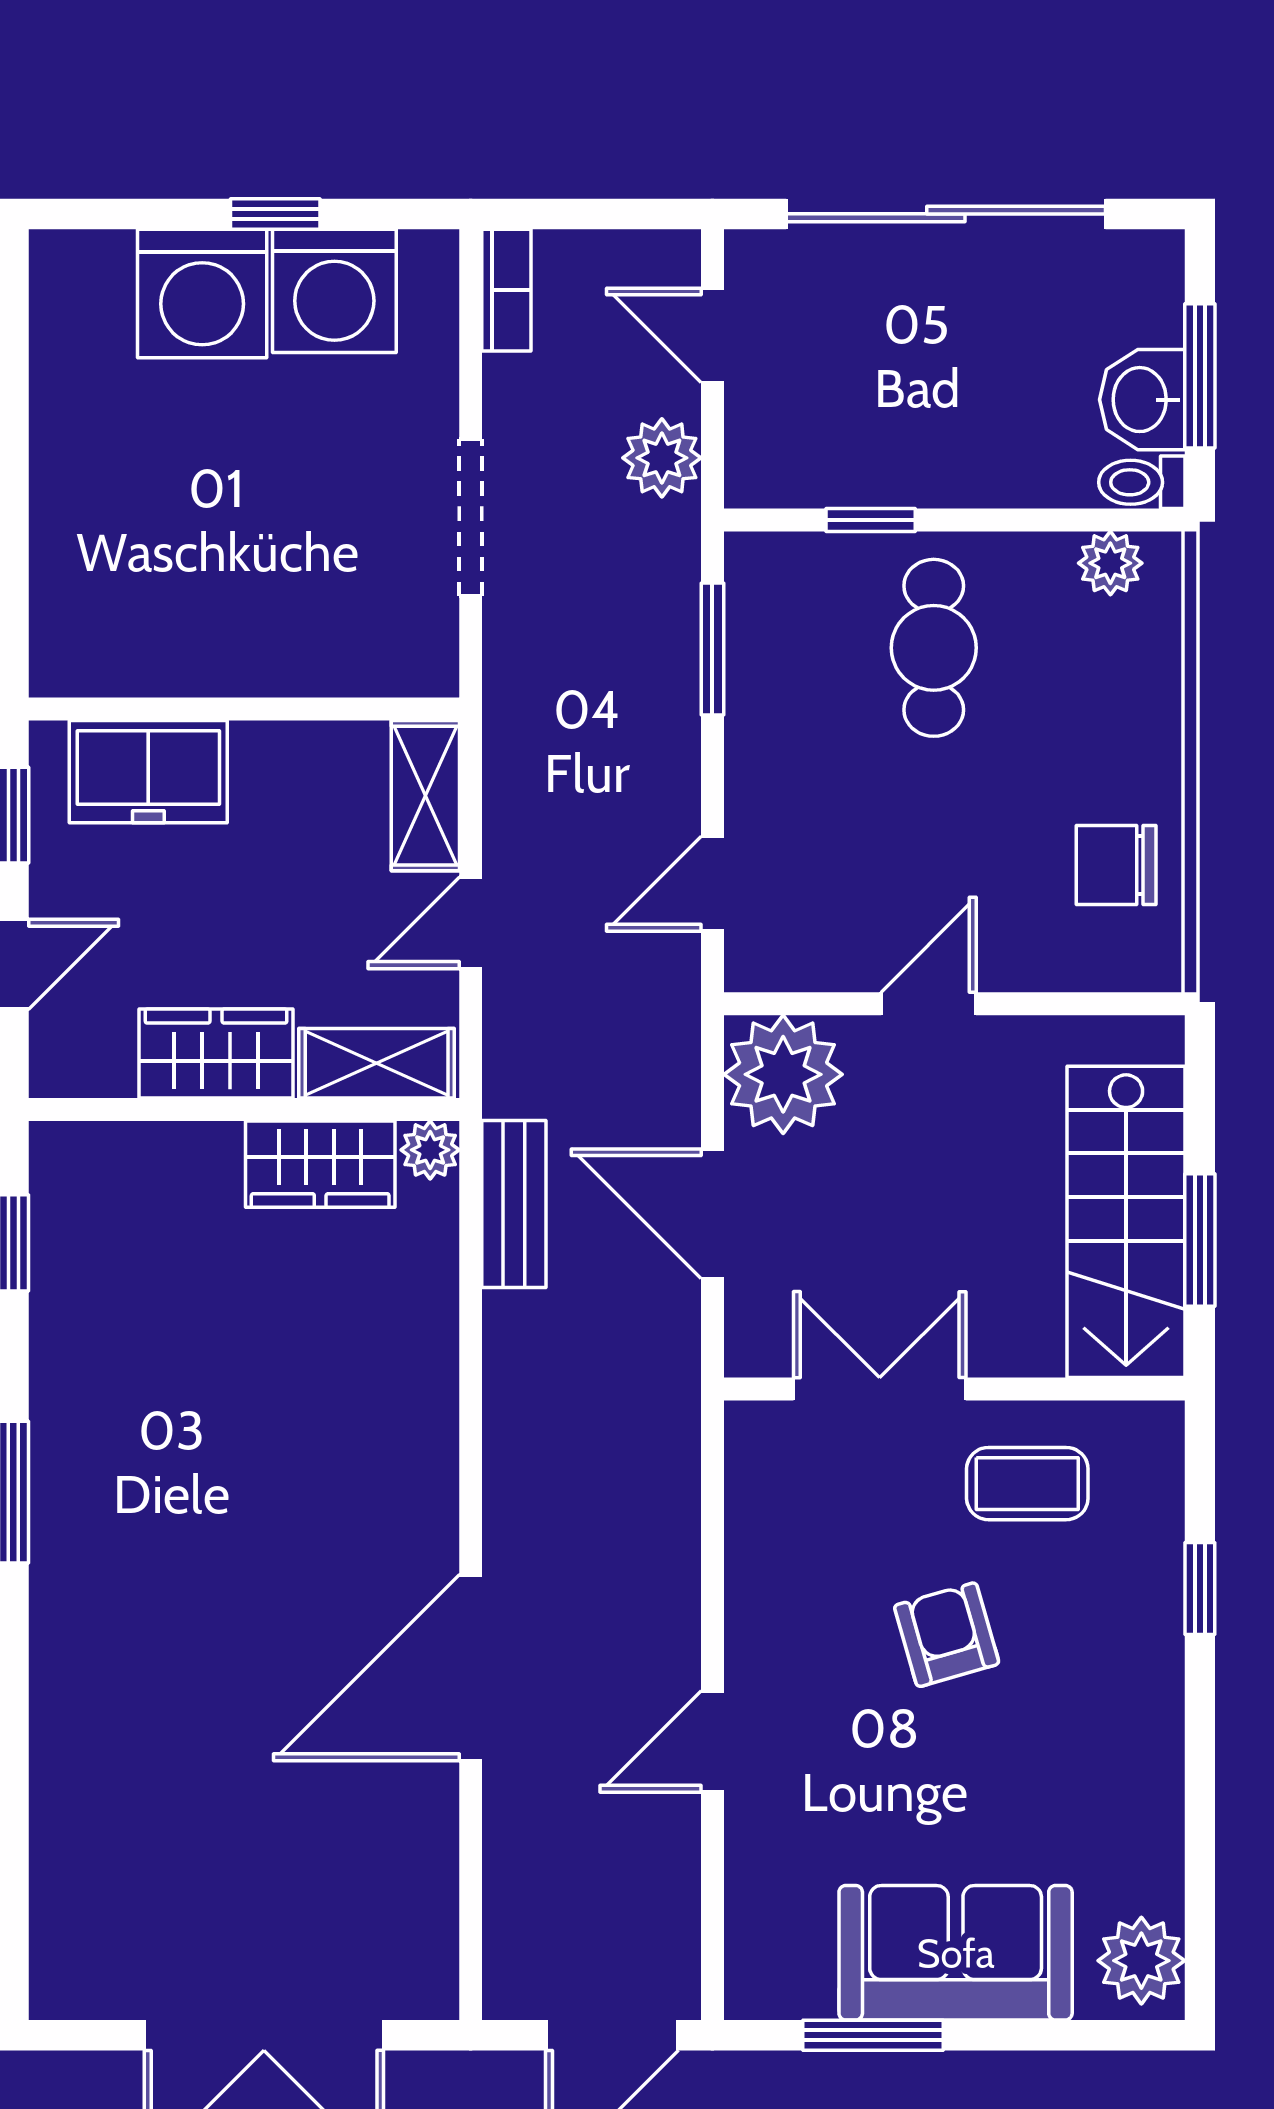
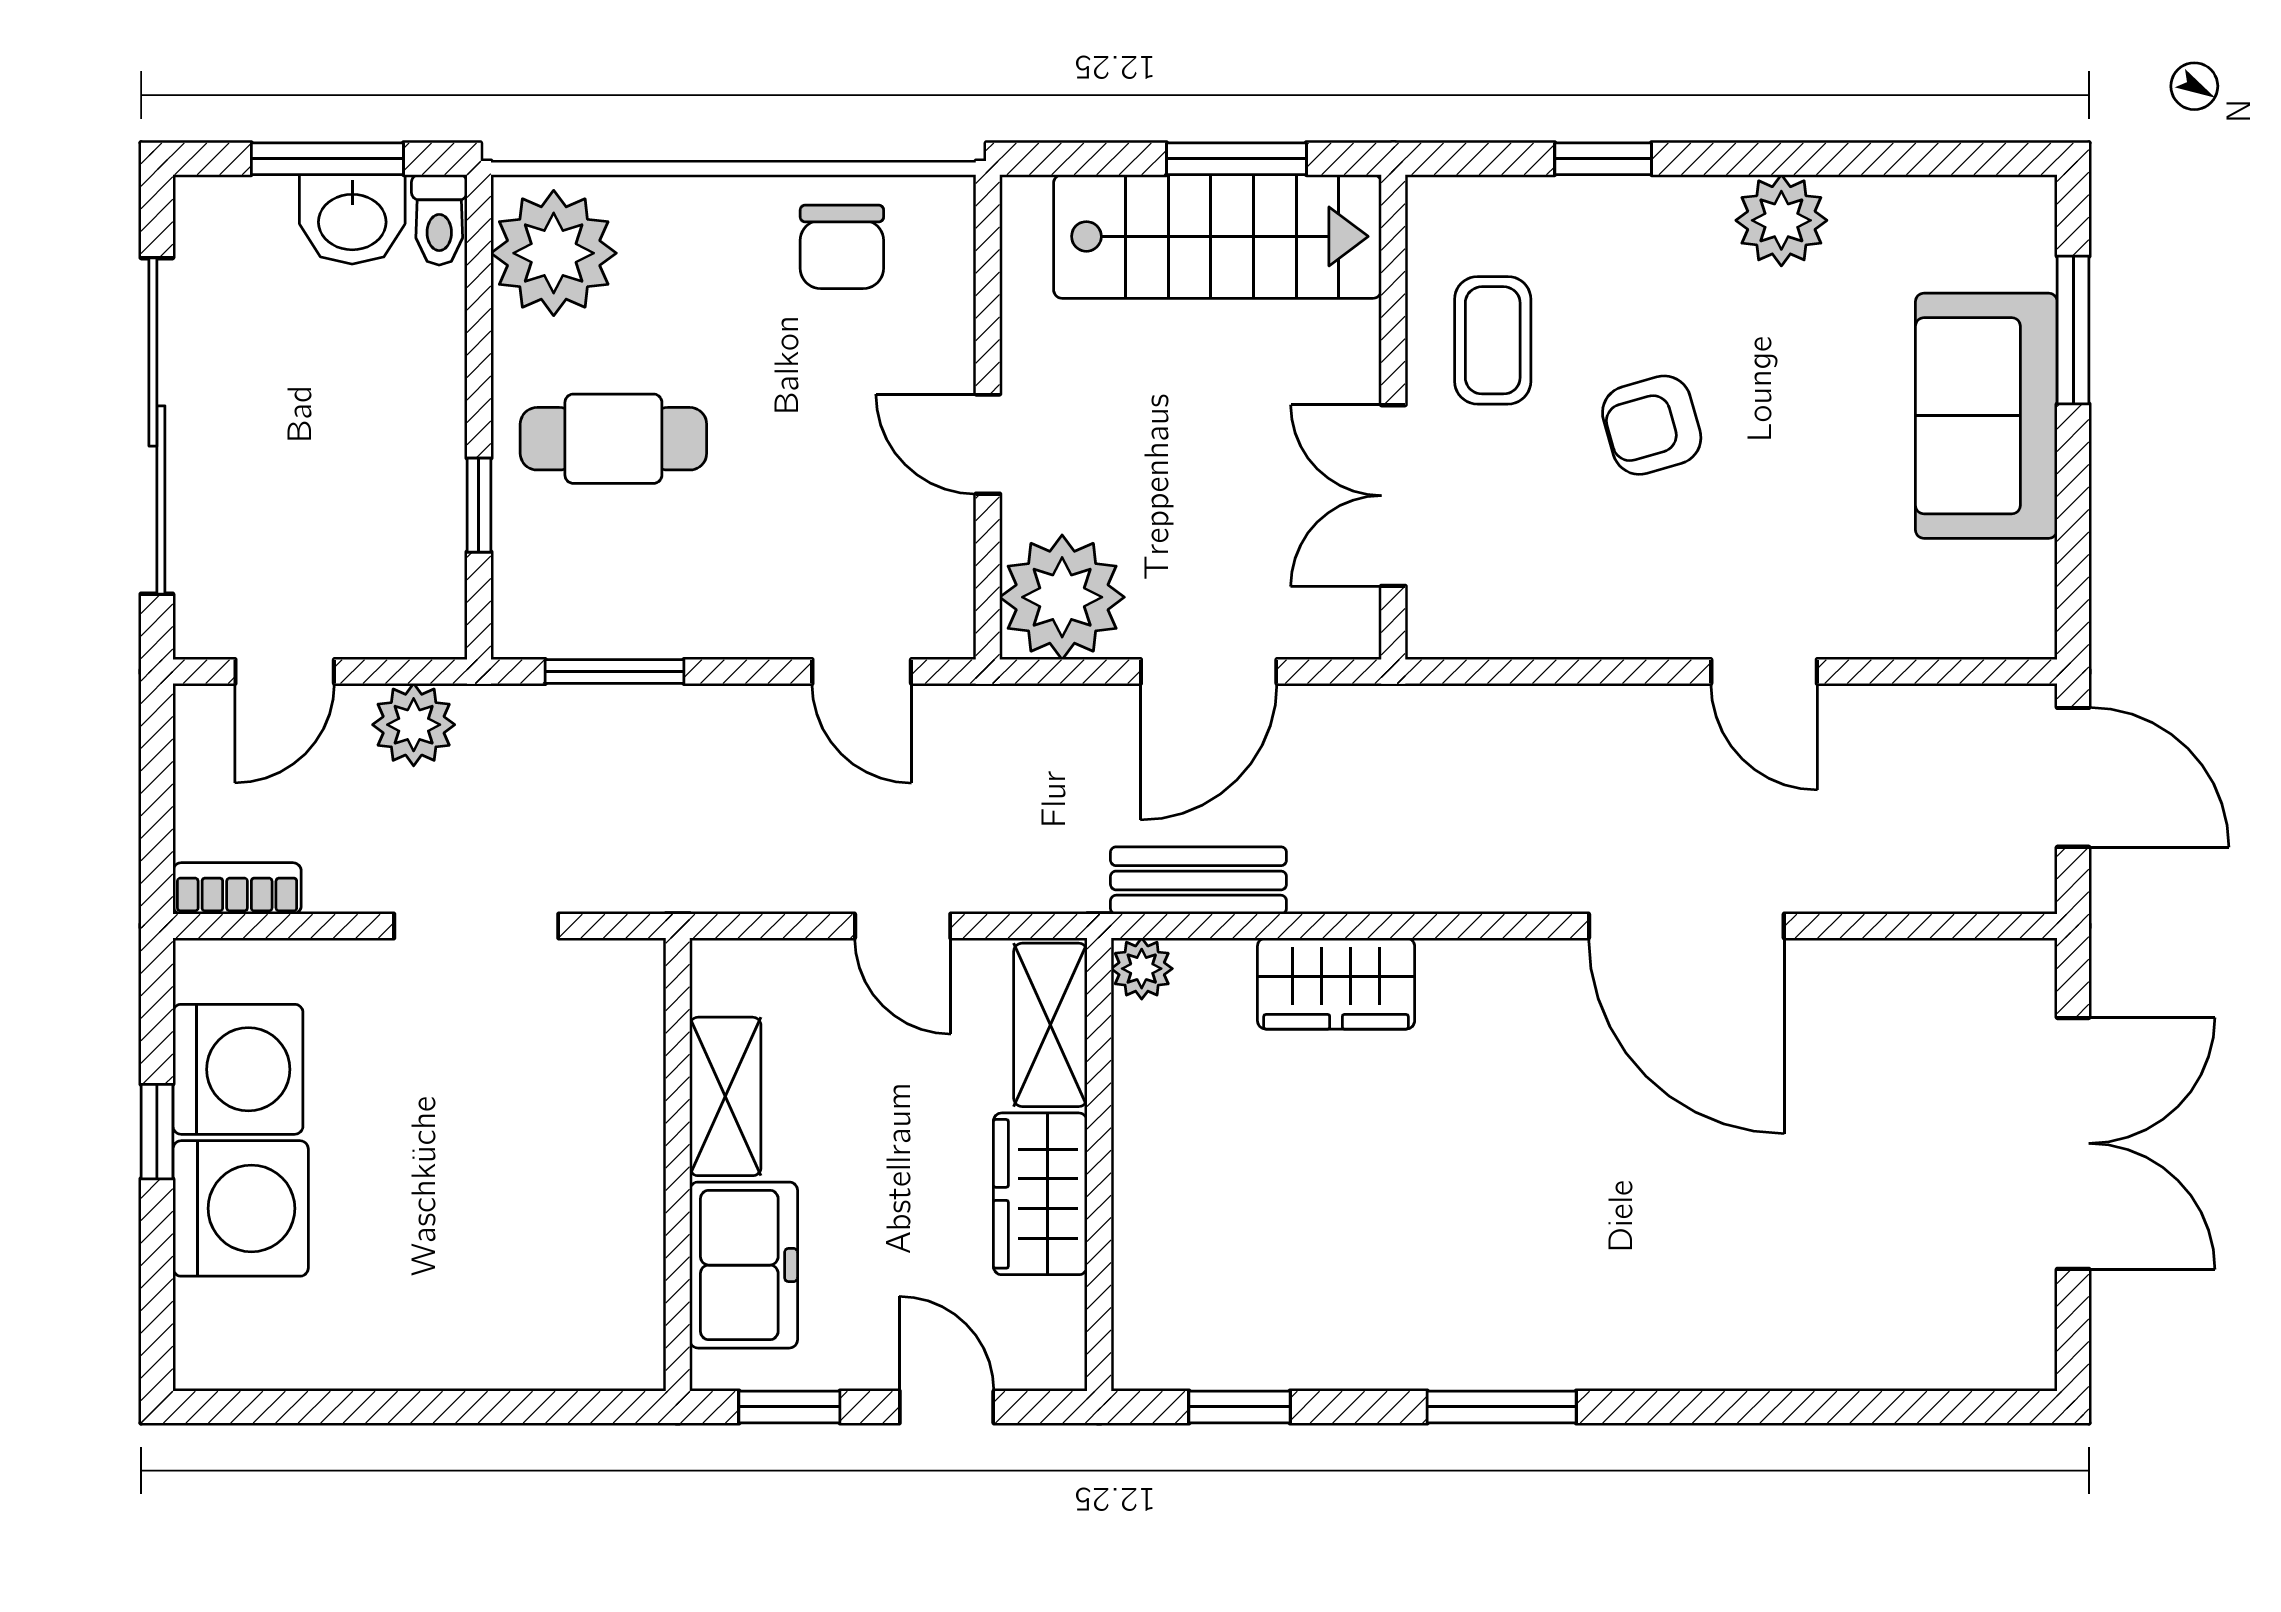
plant: (1110, 563) -> (554, 253), width x1.87, depth x1.87
shelving: (425, 796) -> (725, 1096), moved, turned 90
wardrobe: (320, 1164) -> (1336, 983), moved, turned 90
plant: (1141, 1961) -> (1781, 220), moved
window: (873, 2035) -> (2073, 330), moved

